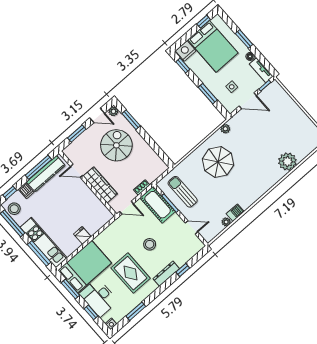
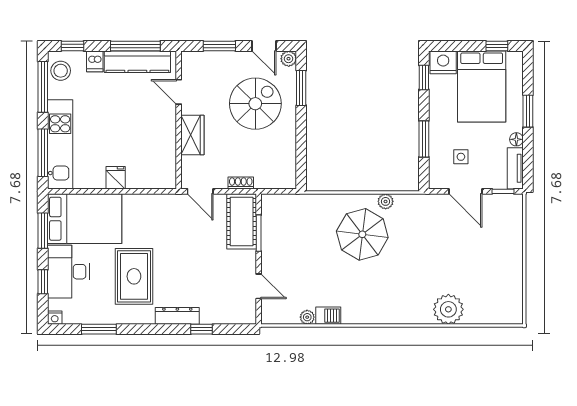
plant: (225, 129) -> (386, 201), moved
wardrobe: (100, 185) -> (192, 135), width x0.67
sun lounger: (183, 192) -> (286, 233), removed
stool: (150, 244) -> (189, 262), removed

